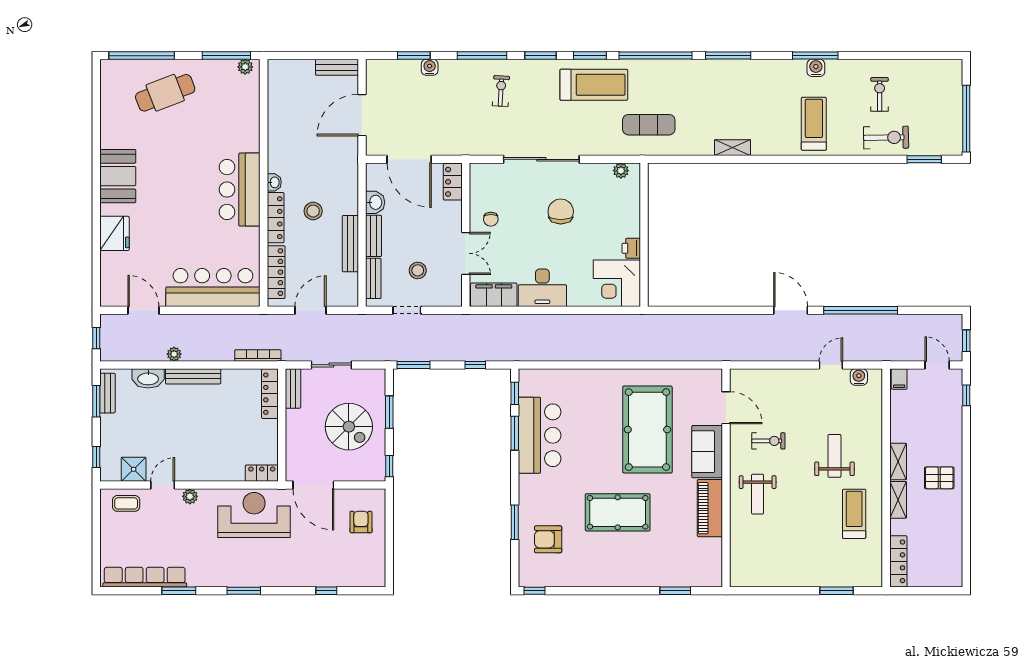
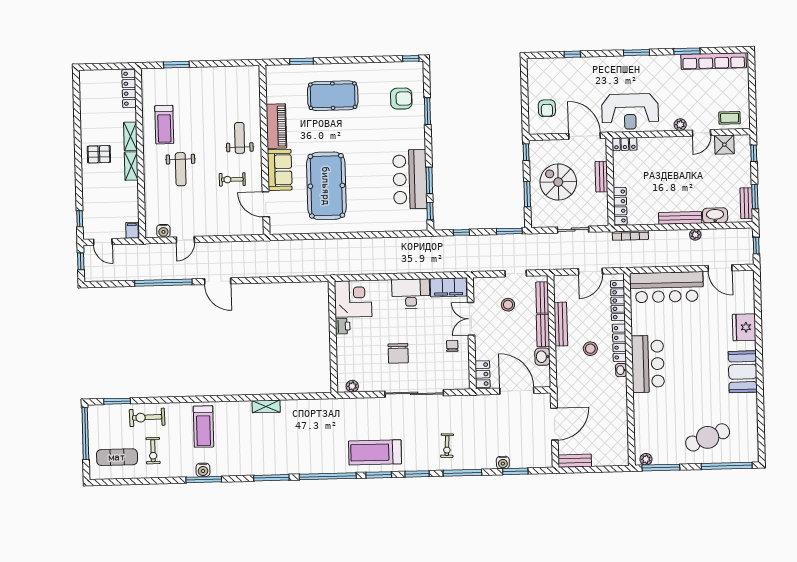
exercise mat: (649, 125) -> (117, 457), moved
bench: (293, 388) -> (601, 177), moved
pool table: (618, 512) -> (333, 96), moved

